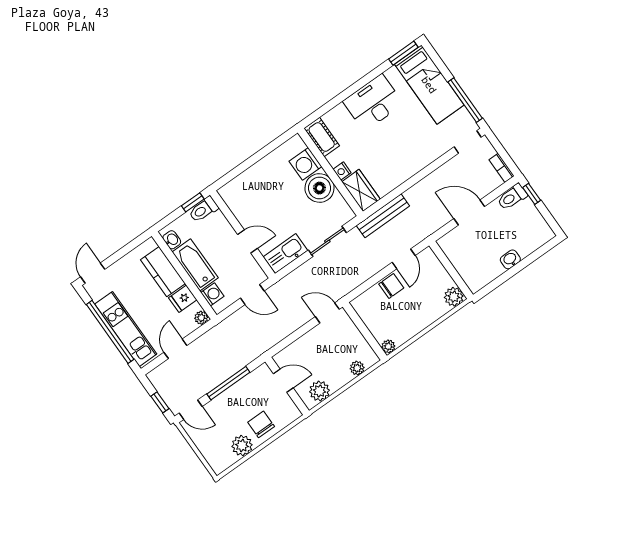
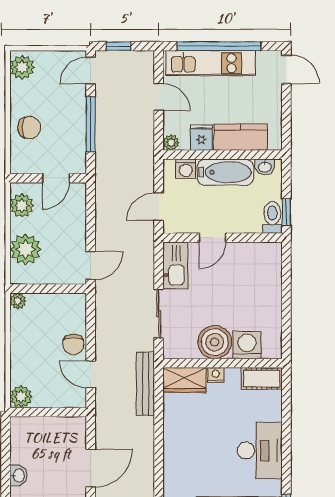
plant: (357, 368) -> (26, 249), width x1.88, depth x1.88
plant: (242, 446) -> (22, 67), moved

